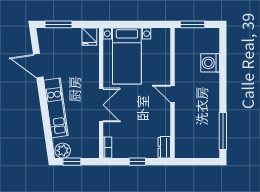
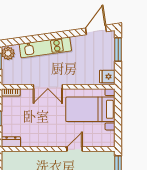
door: (38, 66) -> (96, 30), moved
door: (173, 94) -> (75, 149), moved

